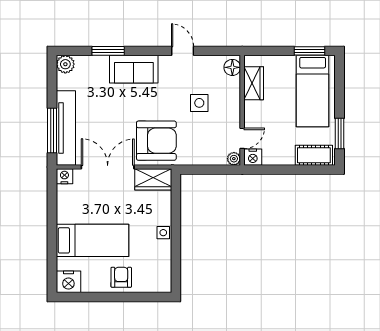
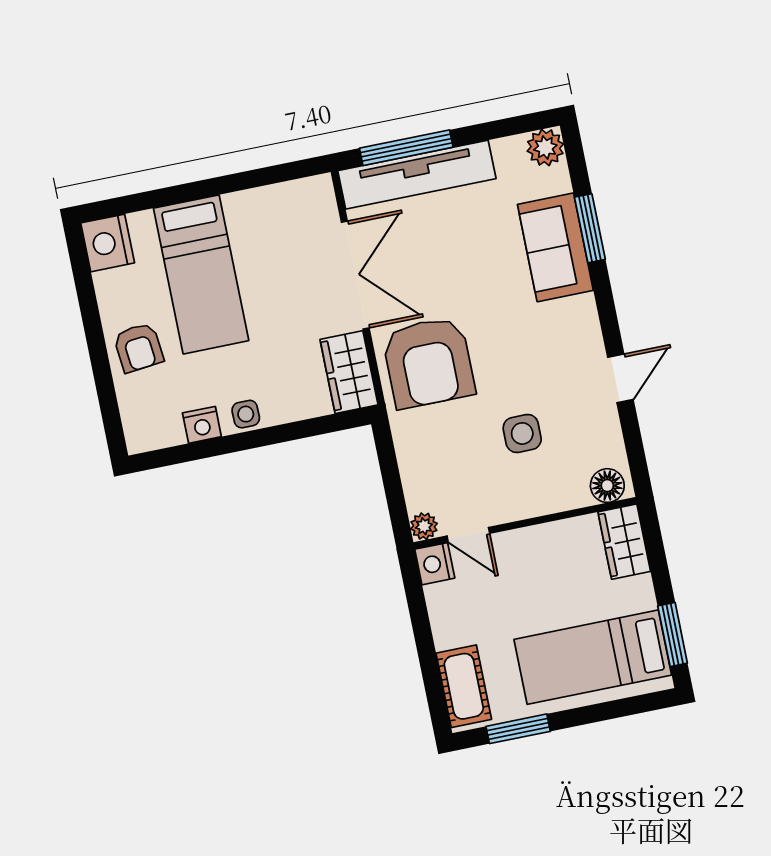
sofa: (134, 69) -> (555, 247), moved
wardrobe: (254, 83) -> (624, 542), moved, turned 90
nightstand: (64, 176) -> (202, 425), moved, turned 90
armchair: (121, 277) -> (138, 348), turned 84

